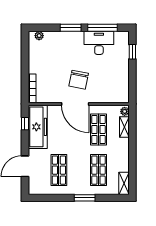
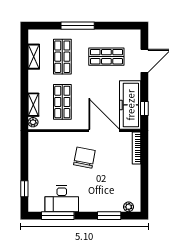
window: (71, 28) -> (109, 216), moved
door: (75, 104) -> (104, 131), moved
shop shelf: (59, 170) -> (106, 57), turned 90
shelving: (124, 183) -> (34, 57), moved
window: (85, 198) -> (78, 26), width x1.44

